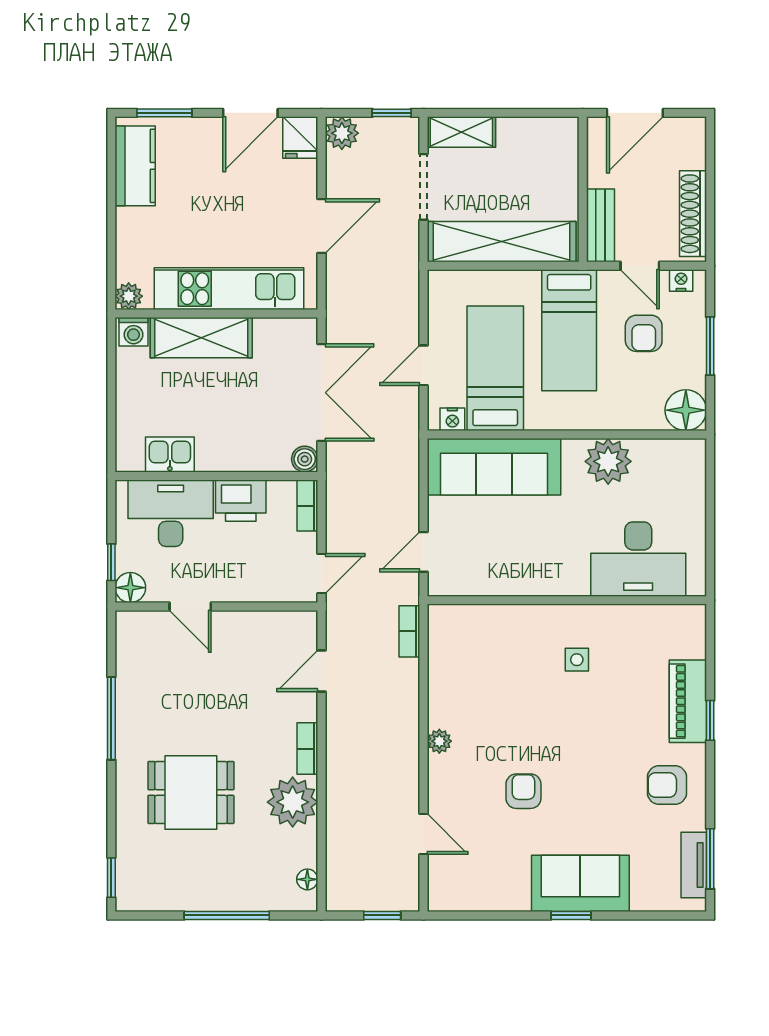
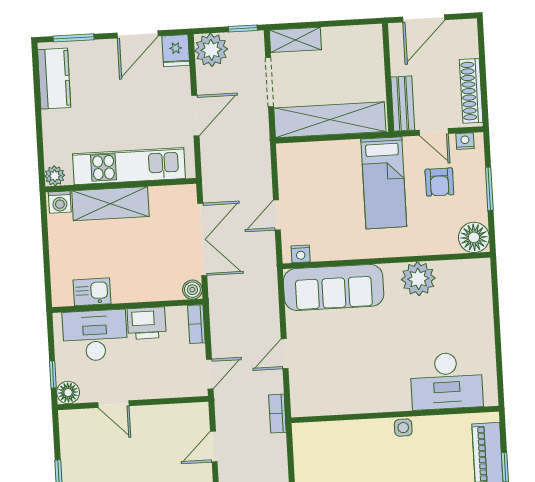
plant: (342, 133) -> (211, 50), width x1.36, depth x1.36
bed: (495, 368) -> (330, 214), removed
desk: (638, 559) -> (446, 381), moved
wall: (567, 600) -> (395, 415), moved

